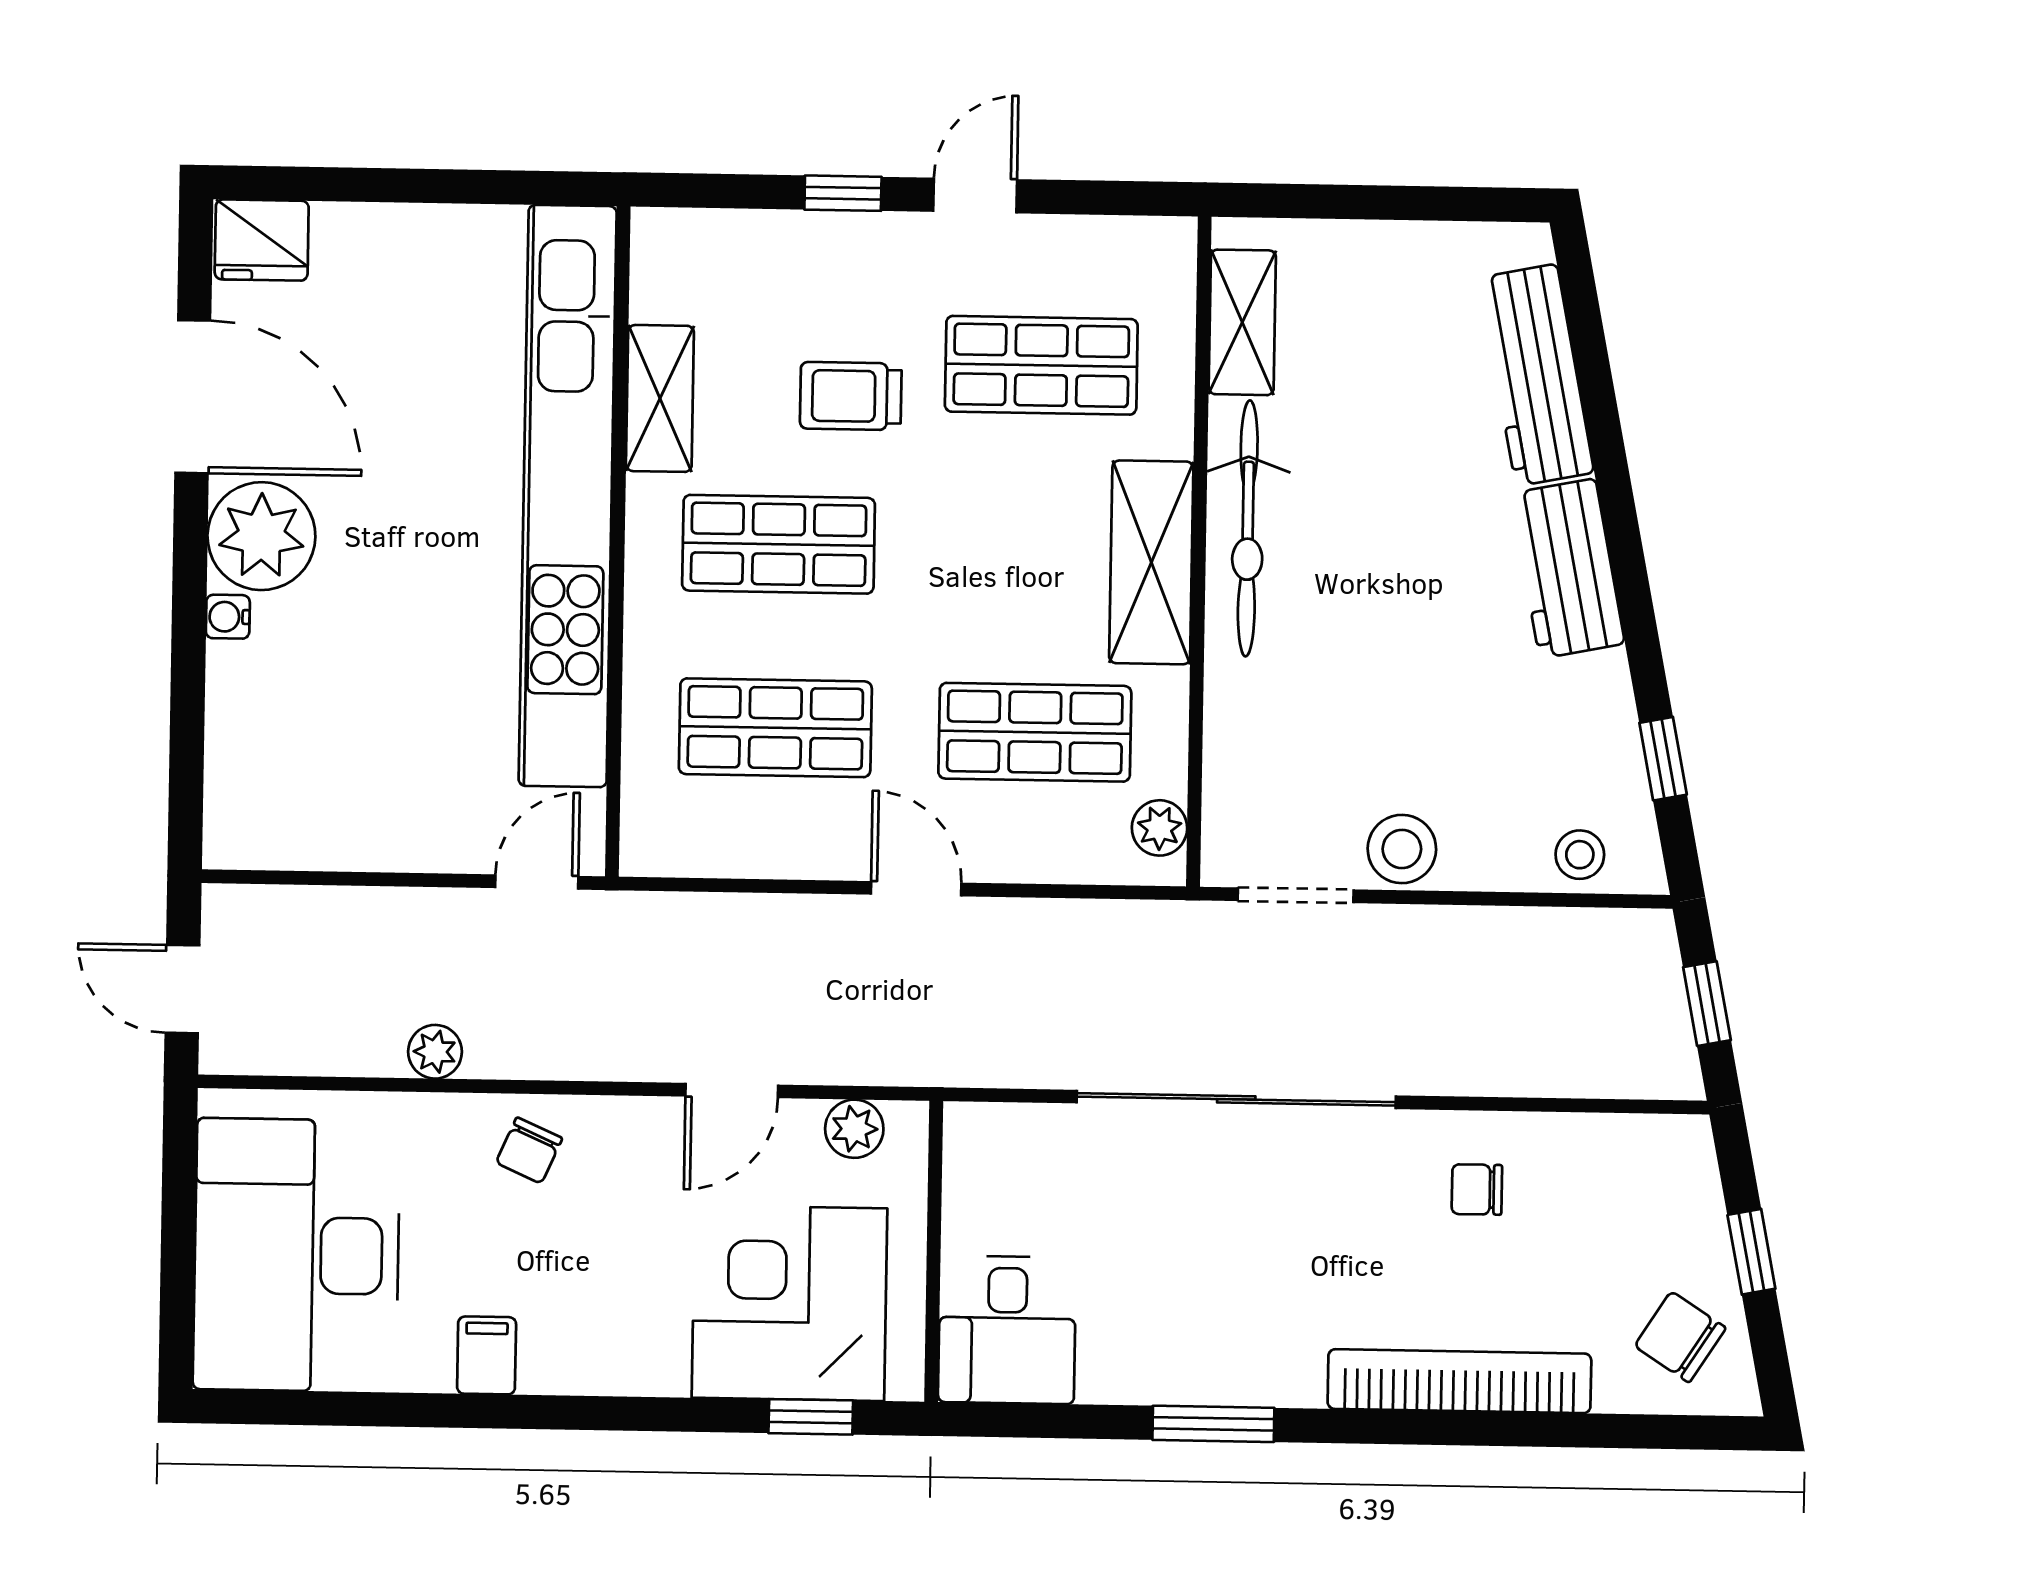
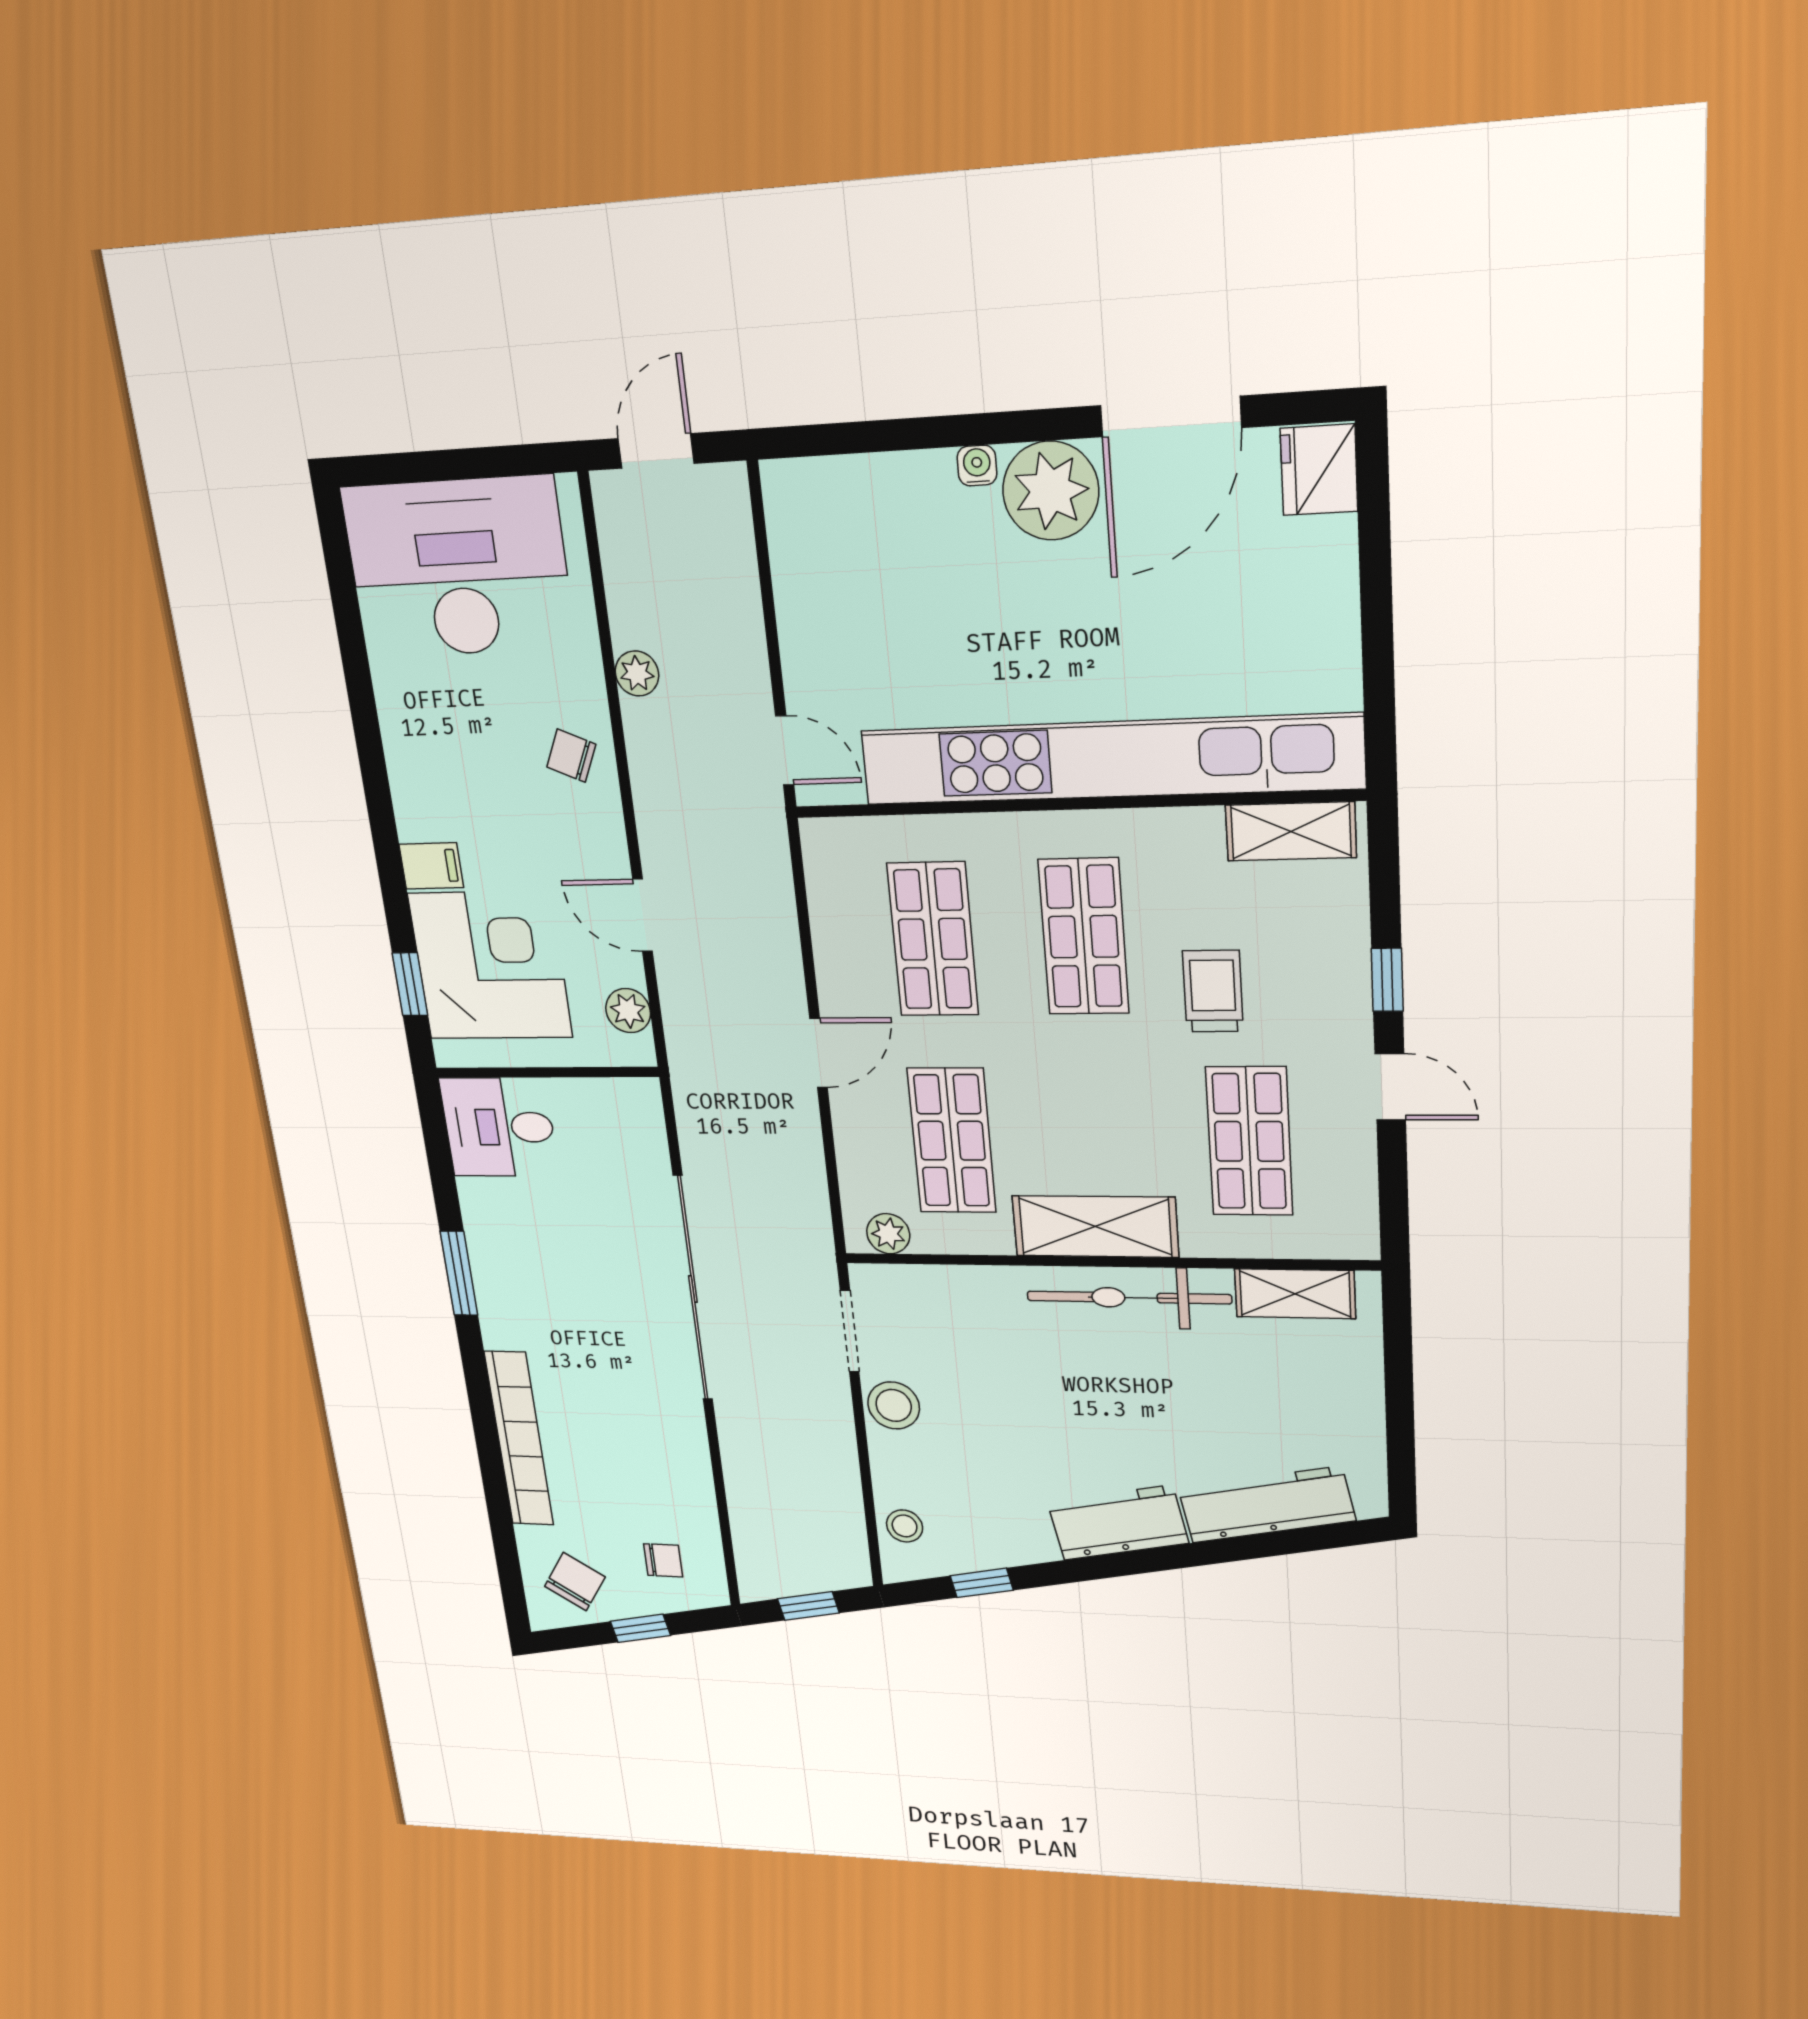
shelving: (660, 398) -> (1291, 831), moved
chair: (1477, 1189) -> (663, 1560), moved, turned 90
filing cabinet: (487, 1355) -> (431, 866), moved

